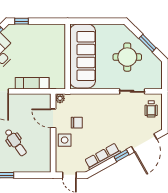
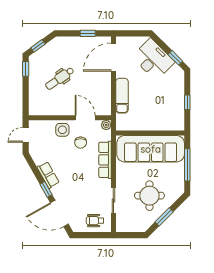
window: (22, 21) -> (187, 102), moved
window: (98, 21) -> (187, 165), added
row of seats: (93, 99) -> (105, 160), added
door: (53, 118) -> (85, 118), hinge flipped
row of seats: (103, 156) -> (48, 175), width x0.68

